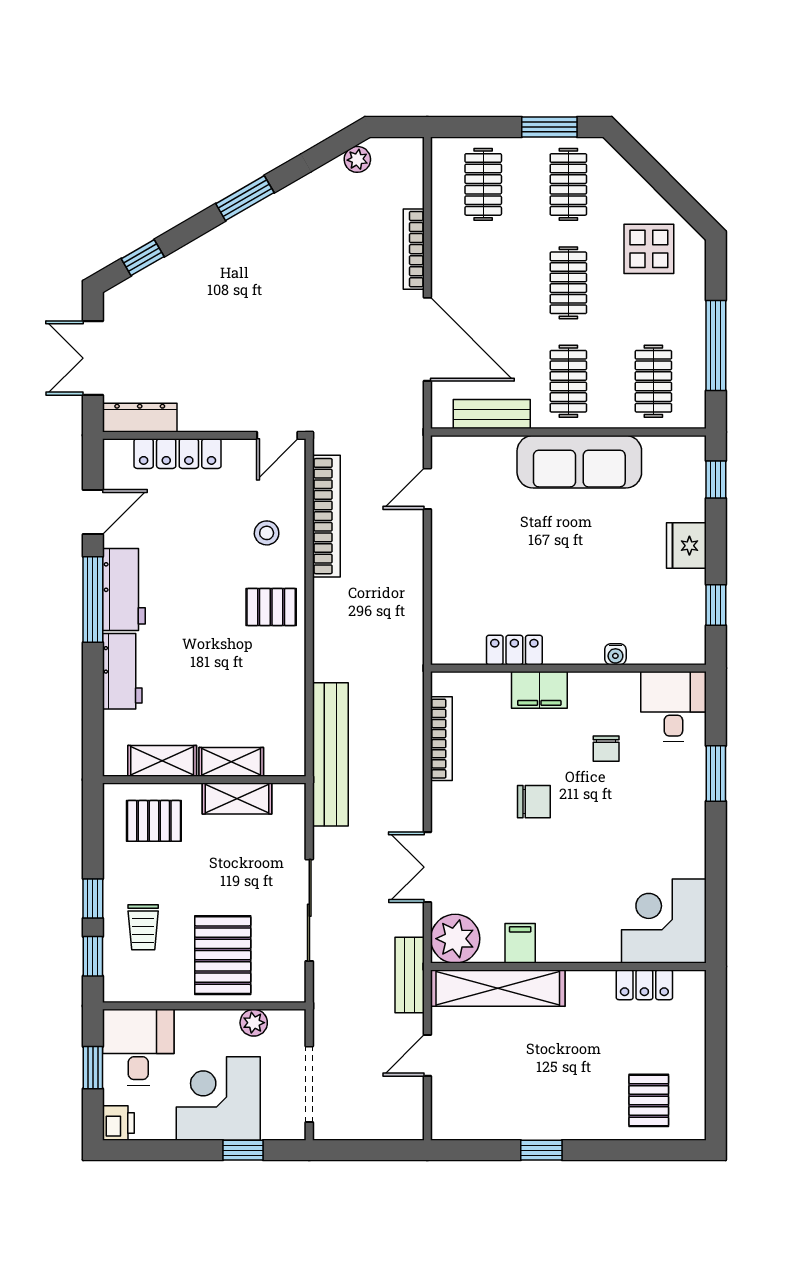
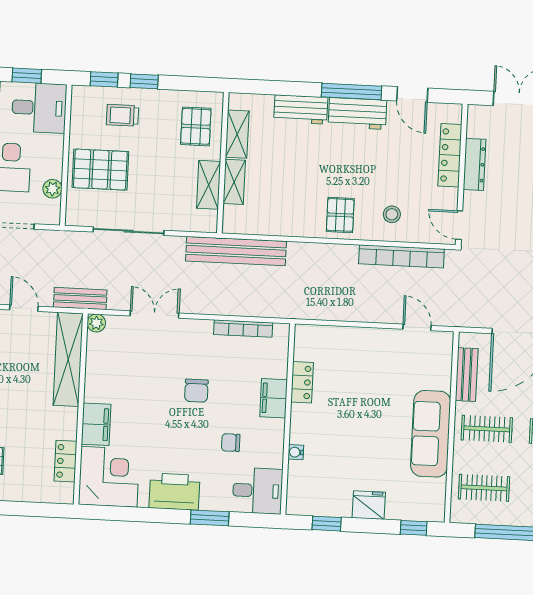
dresser: (140, 418) -> (475, 164), moved
printer: (681, 826) -> (174, 492), added
plant: (455, 939) -> (96, 323), width x0.53, depth x0.53
filing cabinet: (520, 943) -> (96, 424), moved, width x2.00

